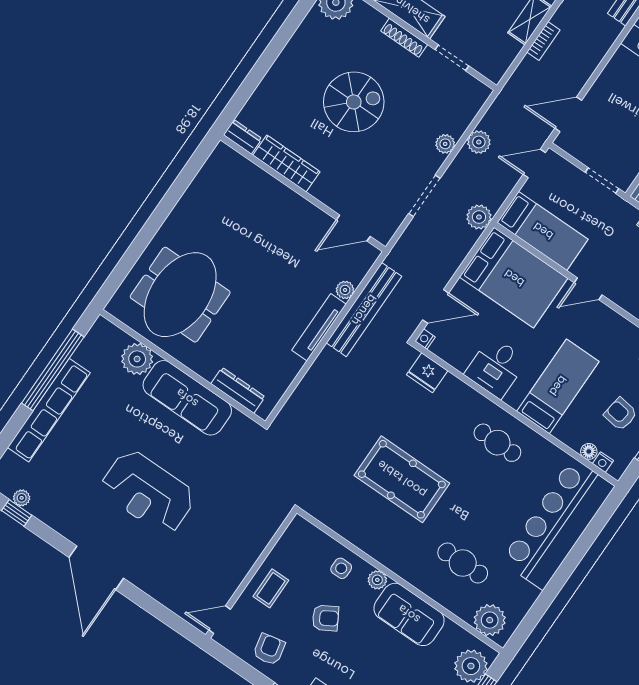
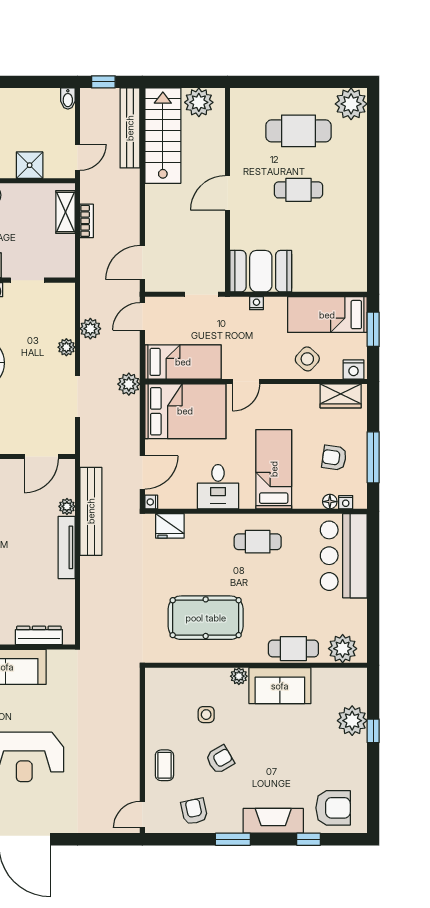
bar counter: (558, 524) -> (344, 556), width x0.73
plant: (377, 580) -> (239, 676), moved
wall: (400, 581) -> (256, 665), moved
sofa: (409, 614) -> (280, 686), moved
plant: (490, 620) -> (343, 649), moved

